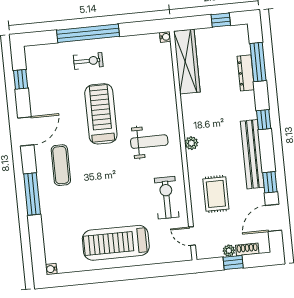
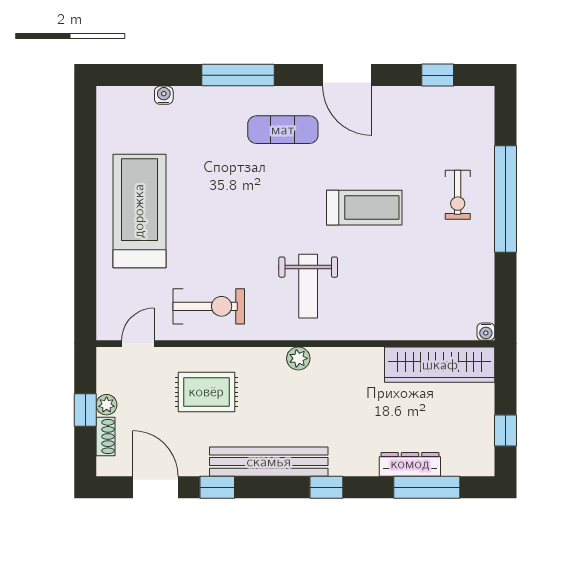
treadmill: (101, 114) -> (364, 208), width x0.73, depth x0.73
water cooler: (51, 269) -> (164, 95), moved

